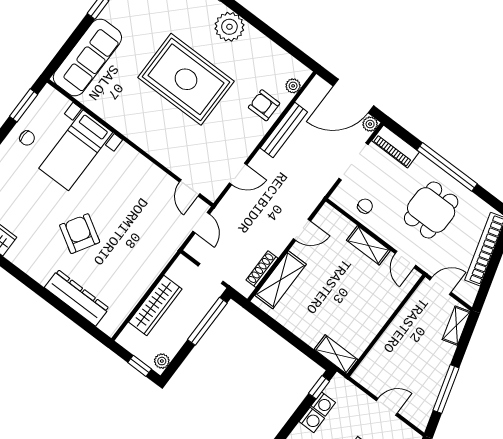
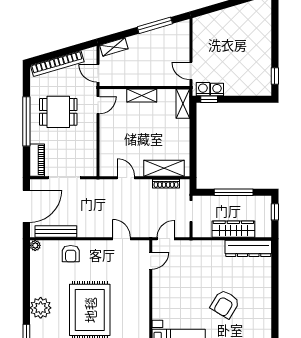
plant: (293, 86) -> (35, 245), moved
door: (353, 96) -> (26, 206), hinge flipped
plant: (370, 124) -> (35, 184), removed
bench: (284, 130) -> (56, 232), moved
chair: (365, 206) -> (85, 152), removed
shelving: (368, 245) -> (142, 95), moved, turned 90
dresser: (77, 298) -> (248, 248), moved, turned -90
window: (207, 321) -> (234, 192), moved
plant: (162, 361) -> (263, 201), removed
door: (387, 407) -> (191, 71), moved
washing machine: (312, 420) -> (203, 89), moved

